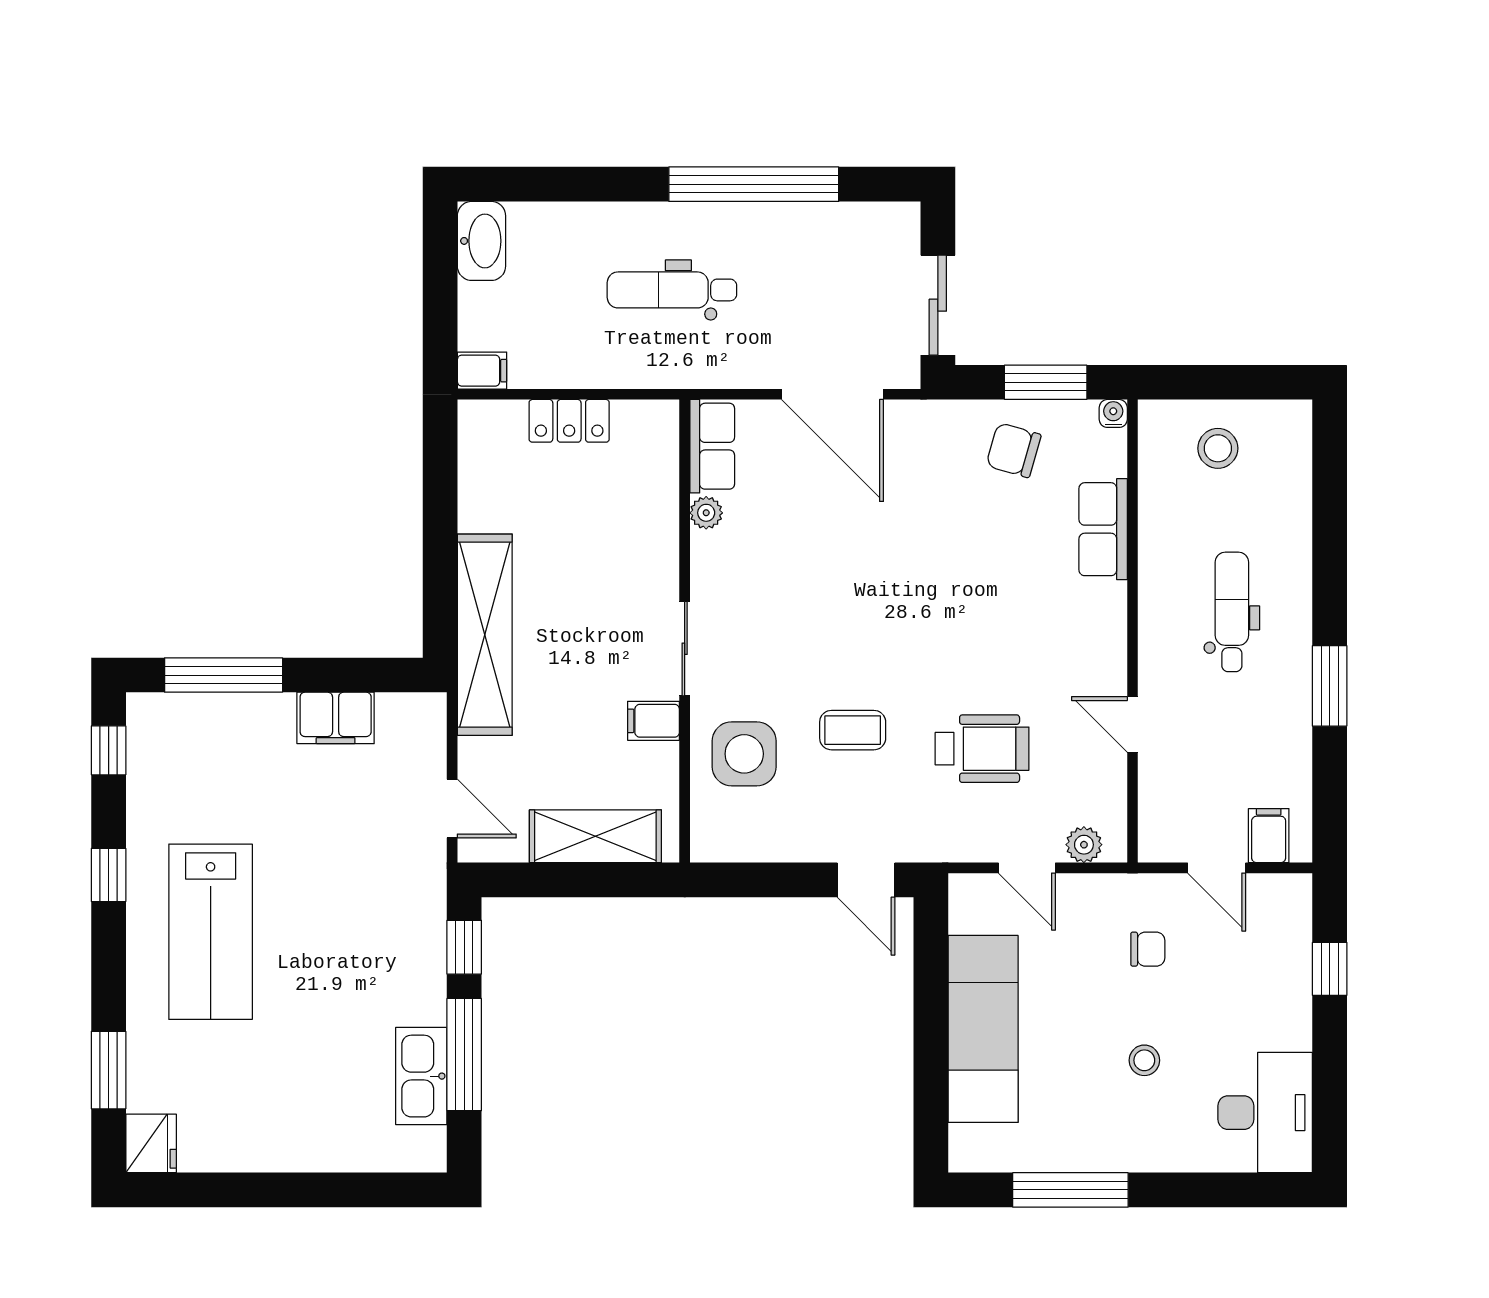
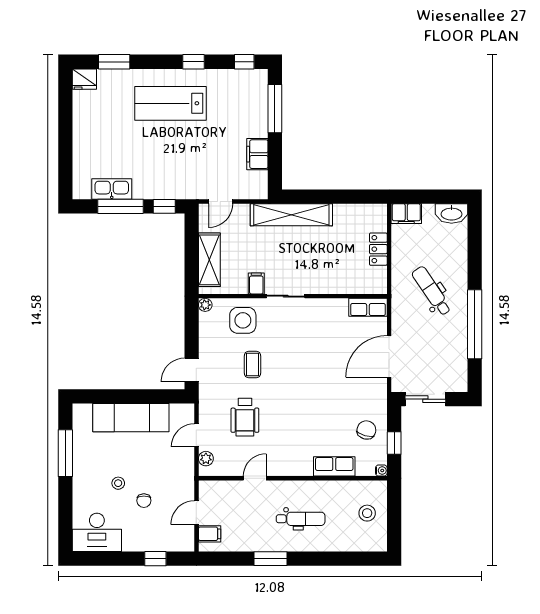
dental chair: (672, 290) -> (432, 291), turned -34
filing cabinet: (482, 371) -> (406, 214), width x2.00
window: (1046, 382) -> (394, 443), width x0.67
plant: (706, 513) -> (205, 305), moved
chair: (1148, 949) -> (144, 501), moved

